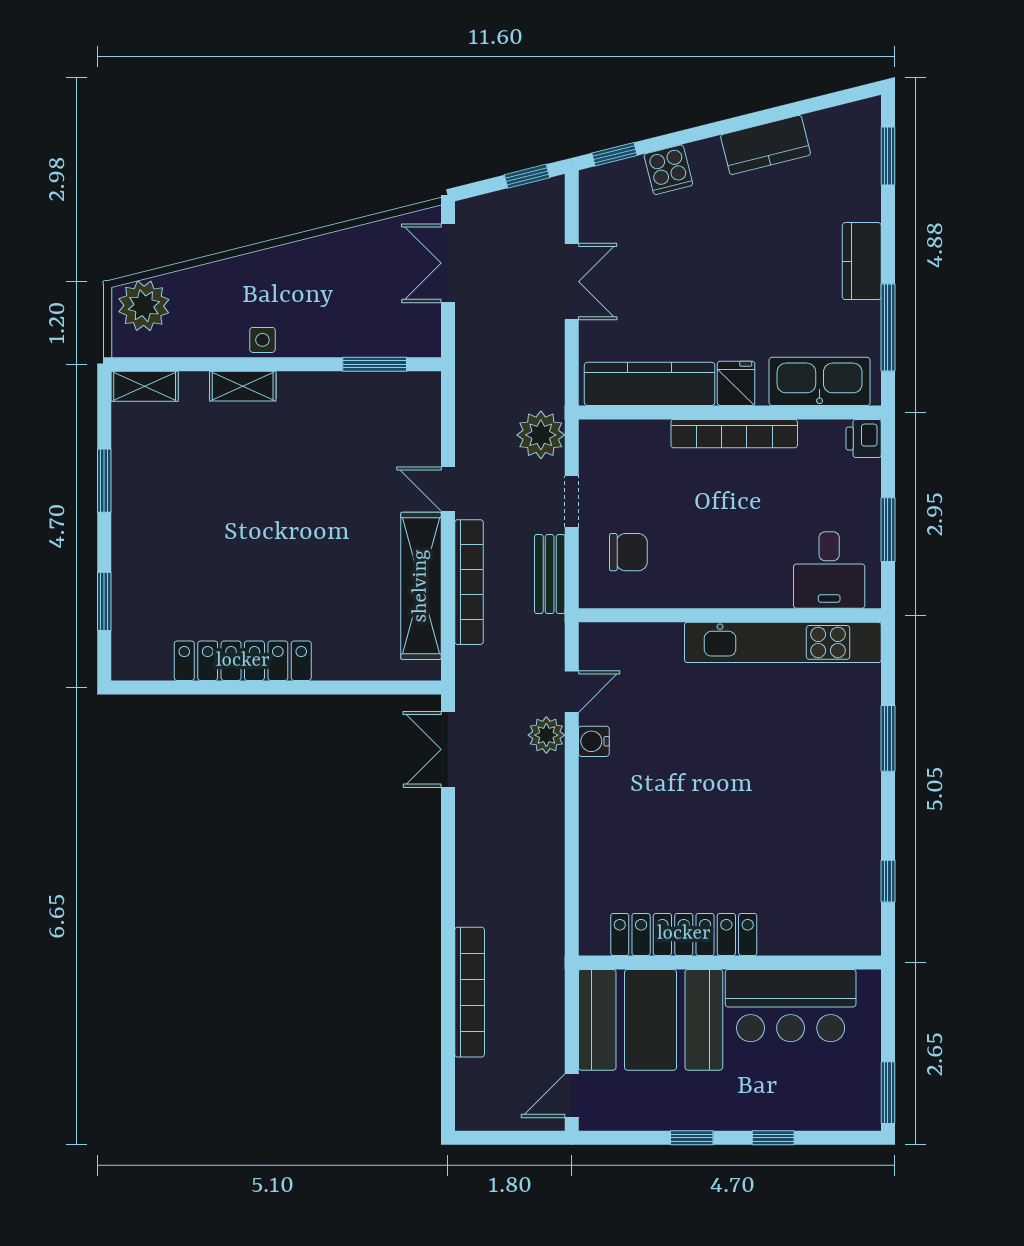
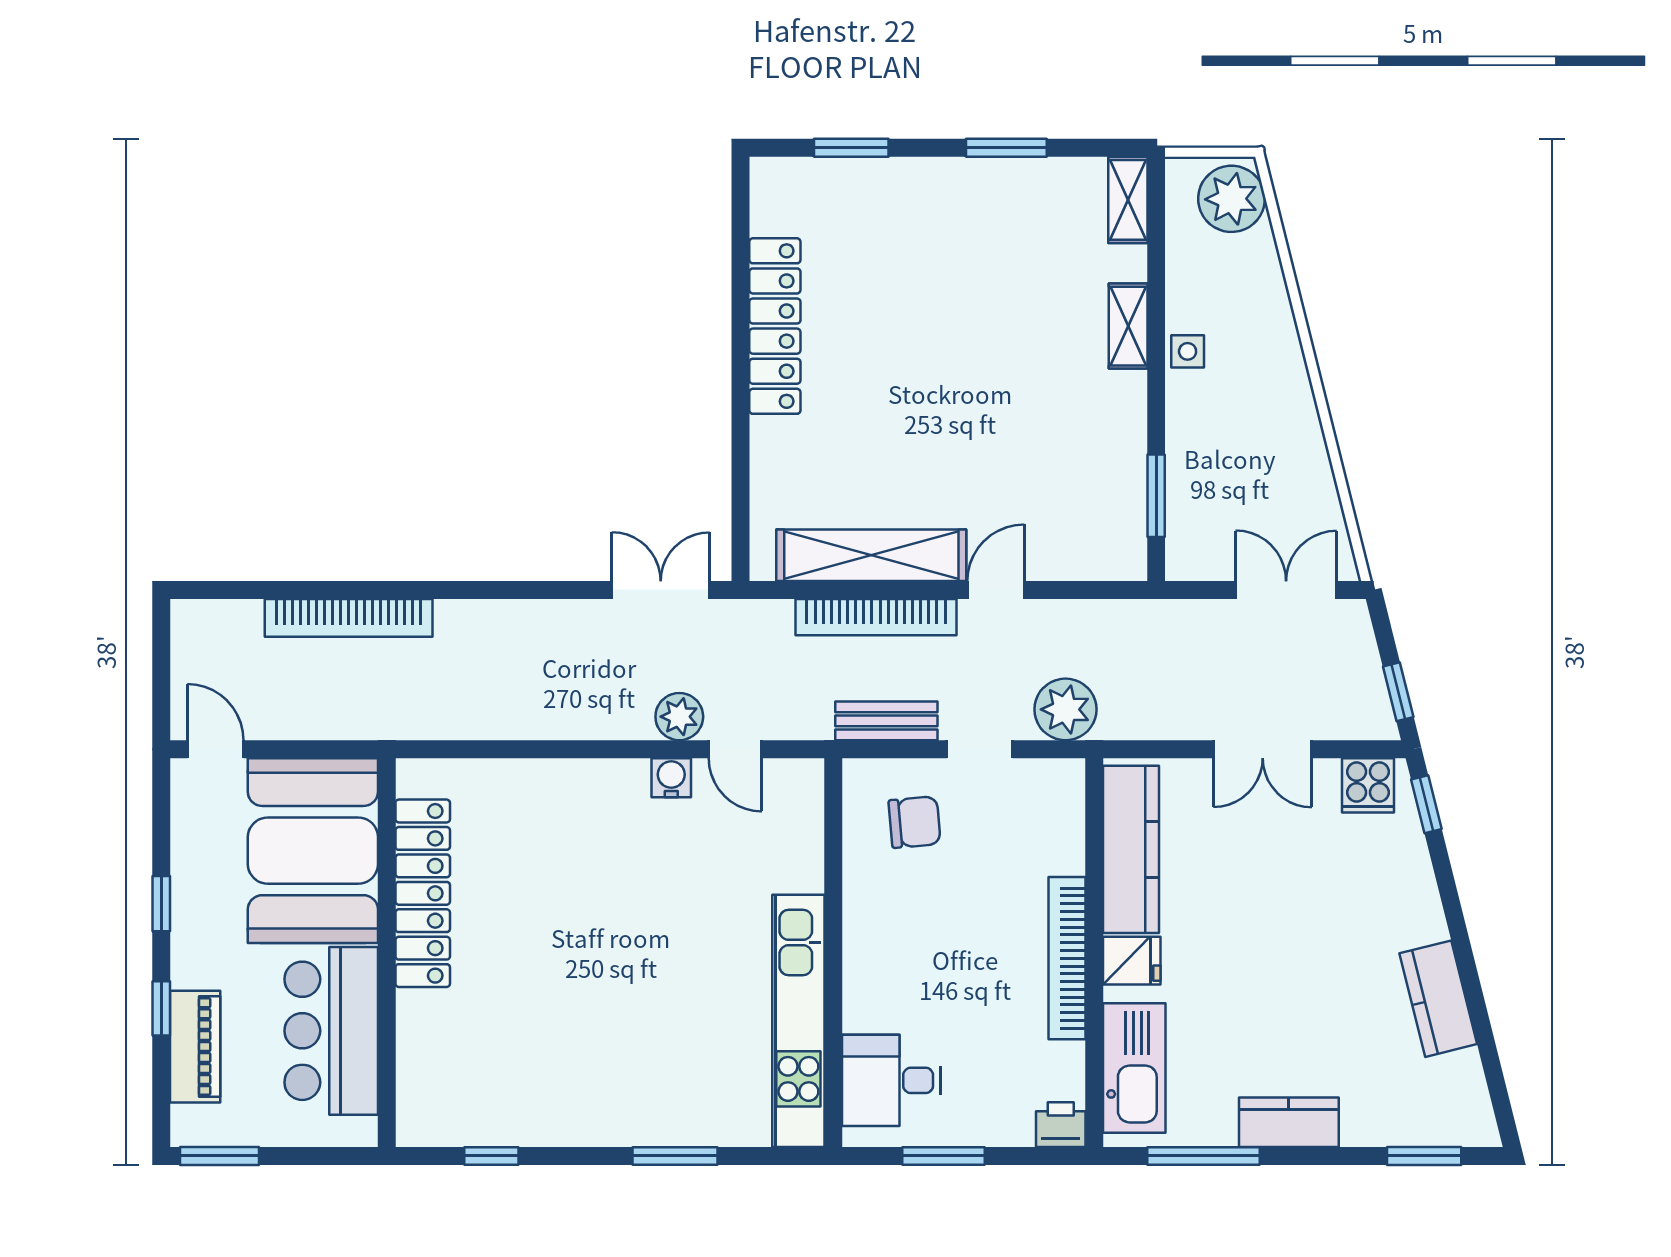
cooker: (668, 170) -> (1368, 785), moved, turned -76
chair: (628, 552) -> (915, 822), turned -95
piano: (803, 1111) -> (195, 1047), added

